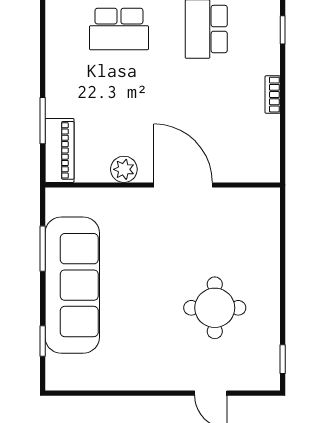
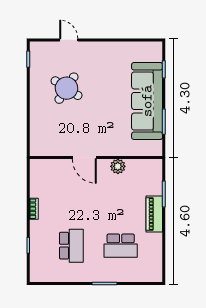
school desk: (119, 29) -> (121, 246), turned 180
piano: (59, 150) -> (154, 214), moved
door: (183, 185) -> (84, 158), width x0.73
round table: (215, 308) -> (67, 88), turned 33

